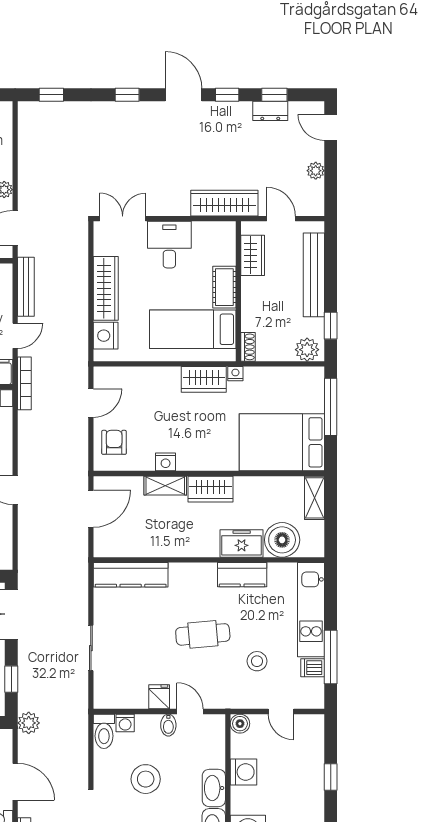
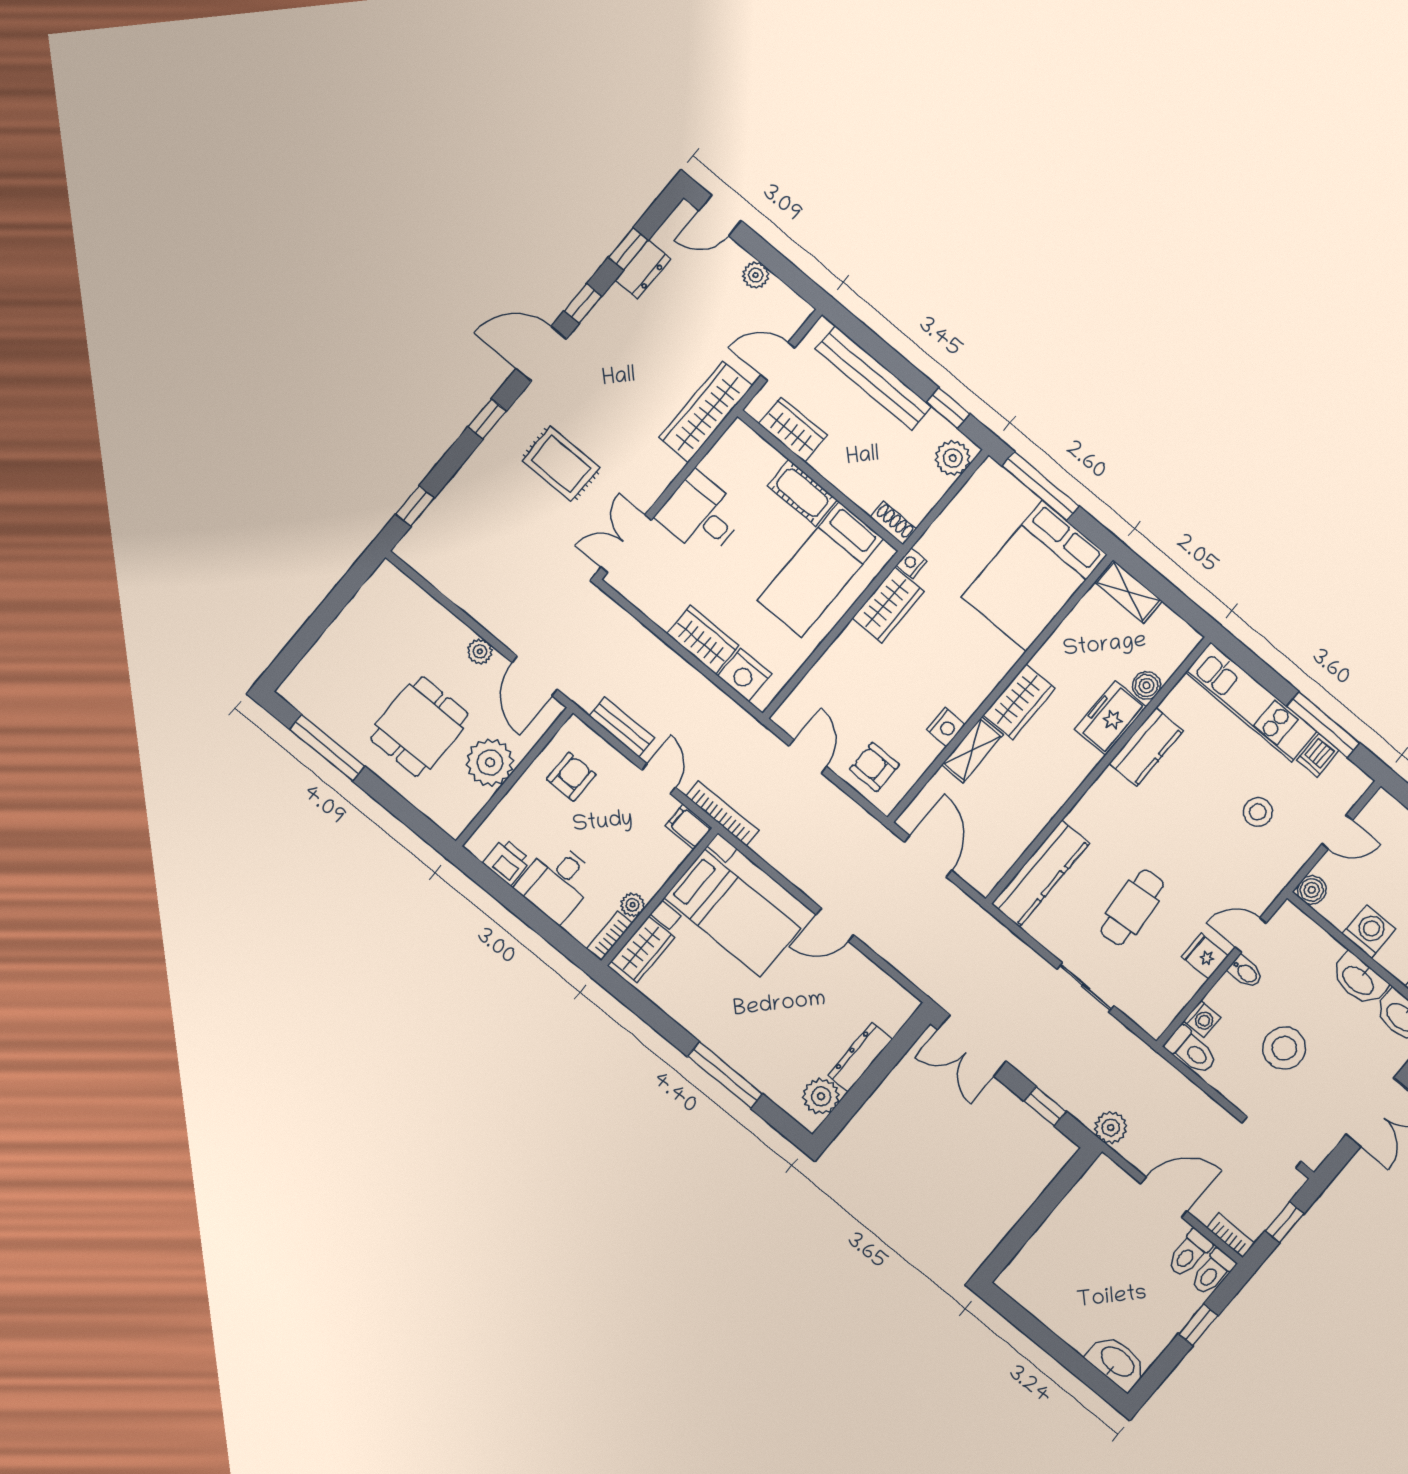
rug: (135, 151) -> (561, 464), added
bench: (26, 287) -> (622, 727), width x0.73
wardrobe: (106, 288) -> (703, 640), width x0.67
boiler: (282, 540) -> (1146, 685), width x0.54, depth x0.54
cafe table: (203, 634) -> (1132, 907), moved

